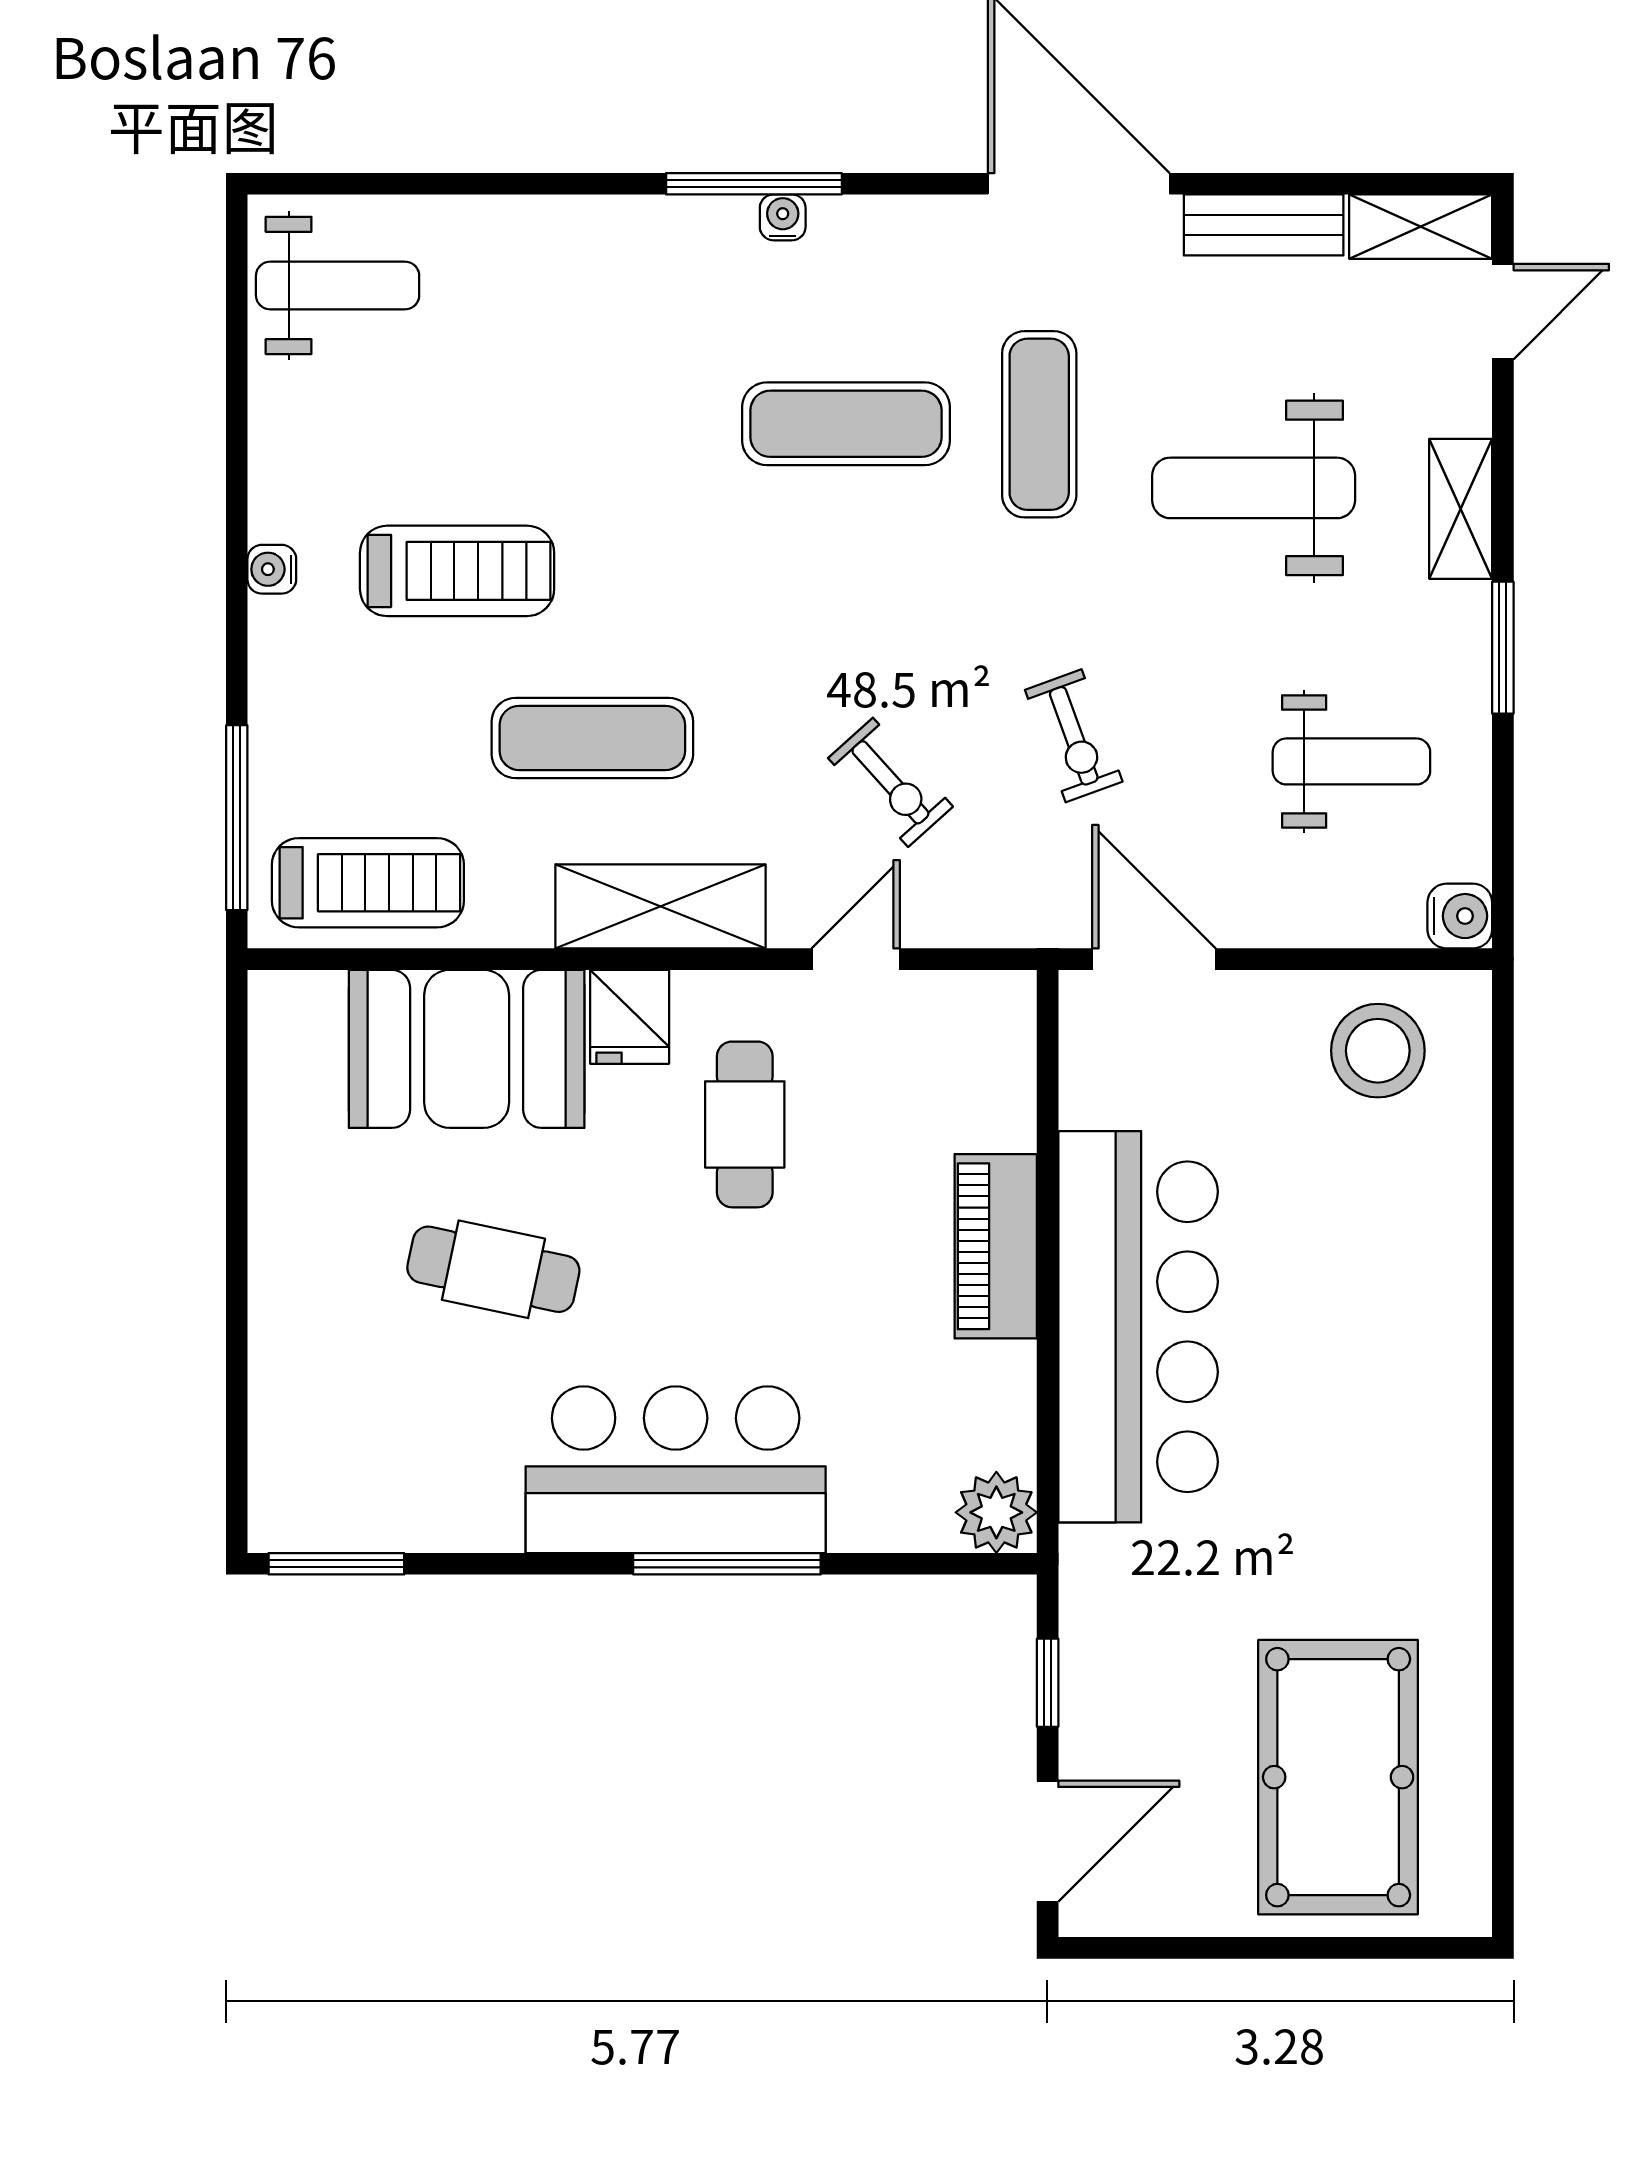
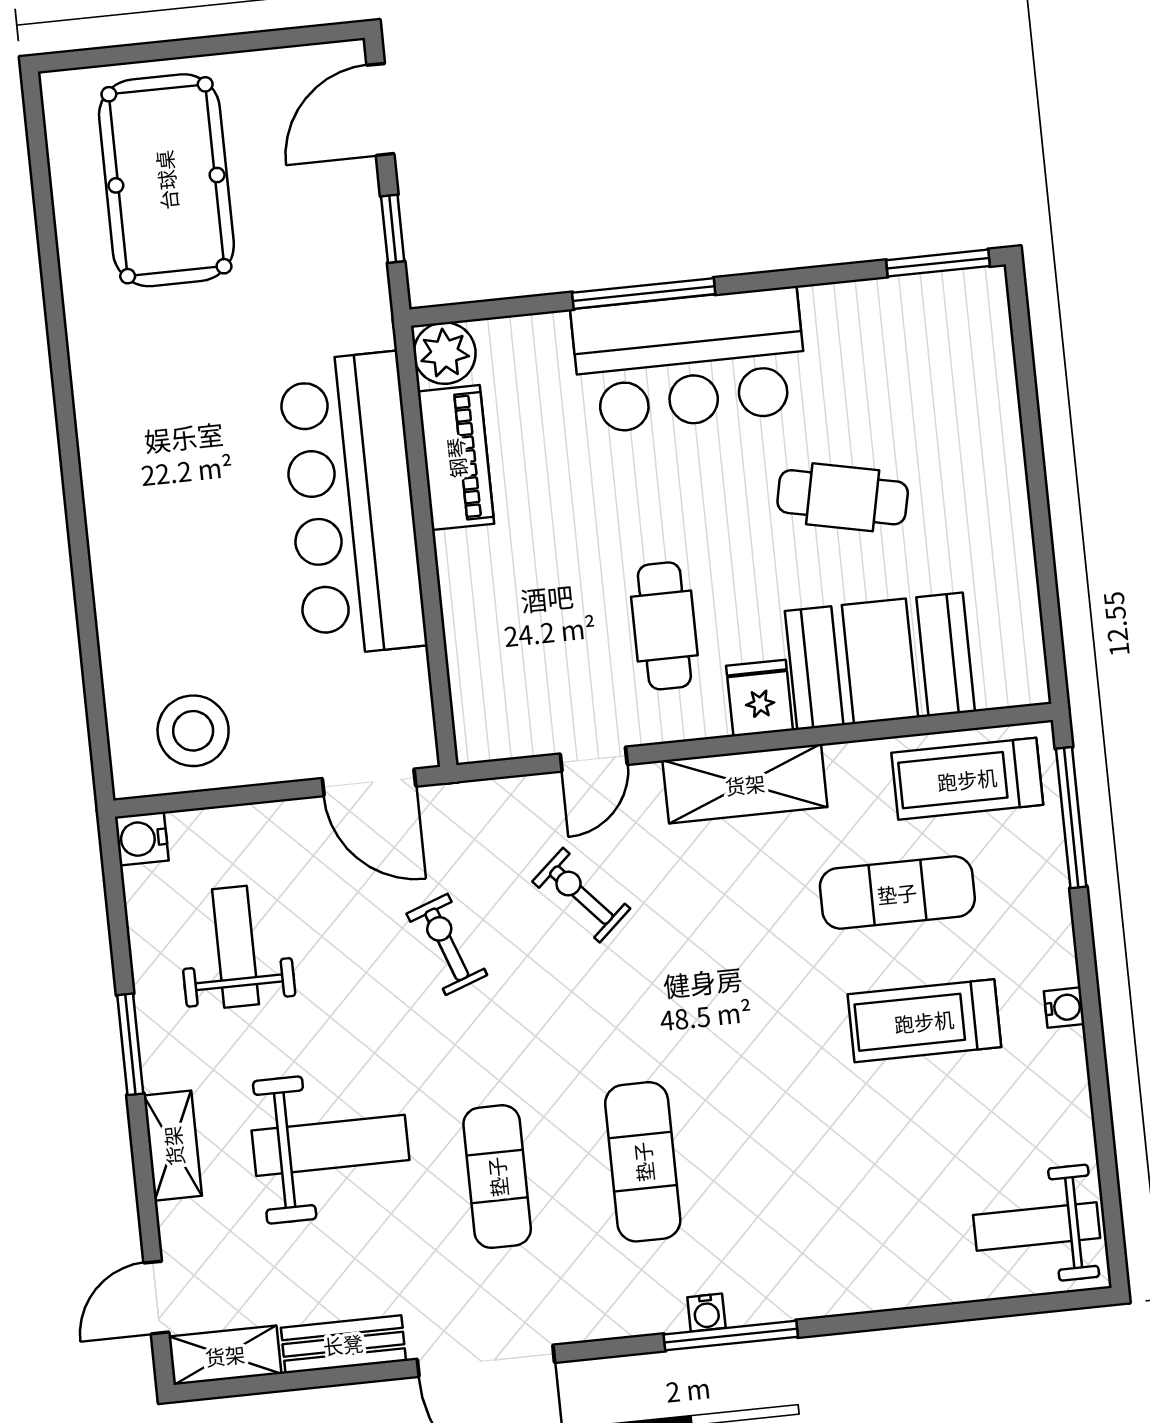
exercise mat: (846, 424) -> (643, 1162), turned 90
exercise mat: (592, 738) -> (897, 893), moved
weight bench: (1351, 761) -> (236, 947), turned 90
piano: (996, 1246) -> (456, 458), moved

